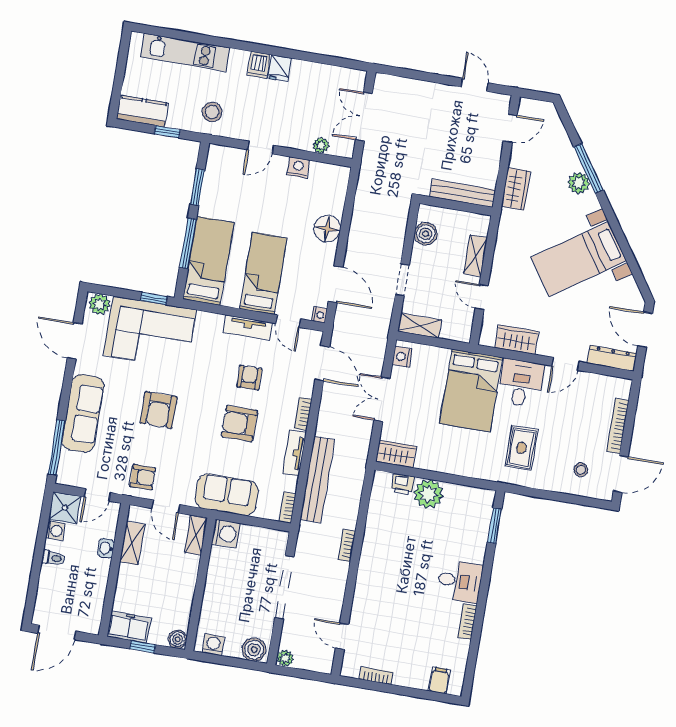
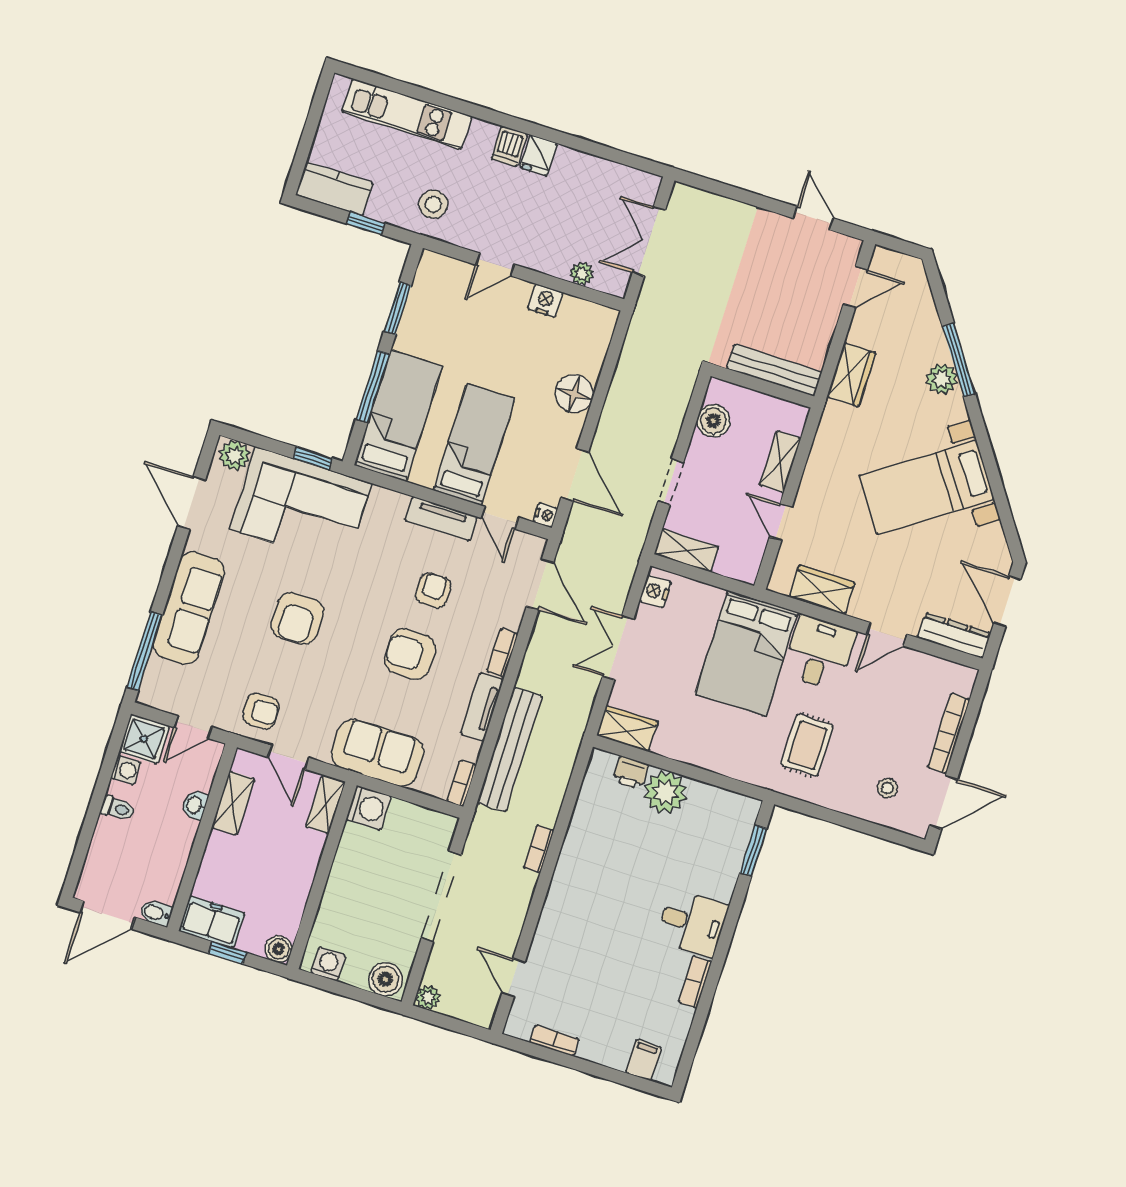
bidet: (90, 626) -> (156, 913), added

